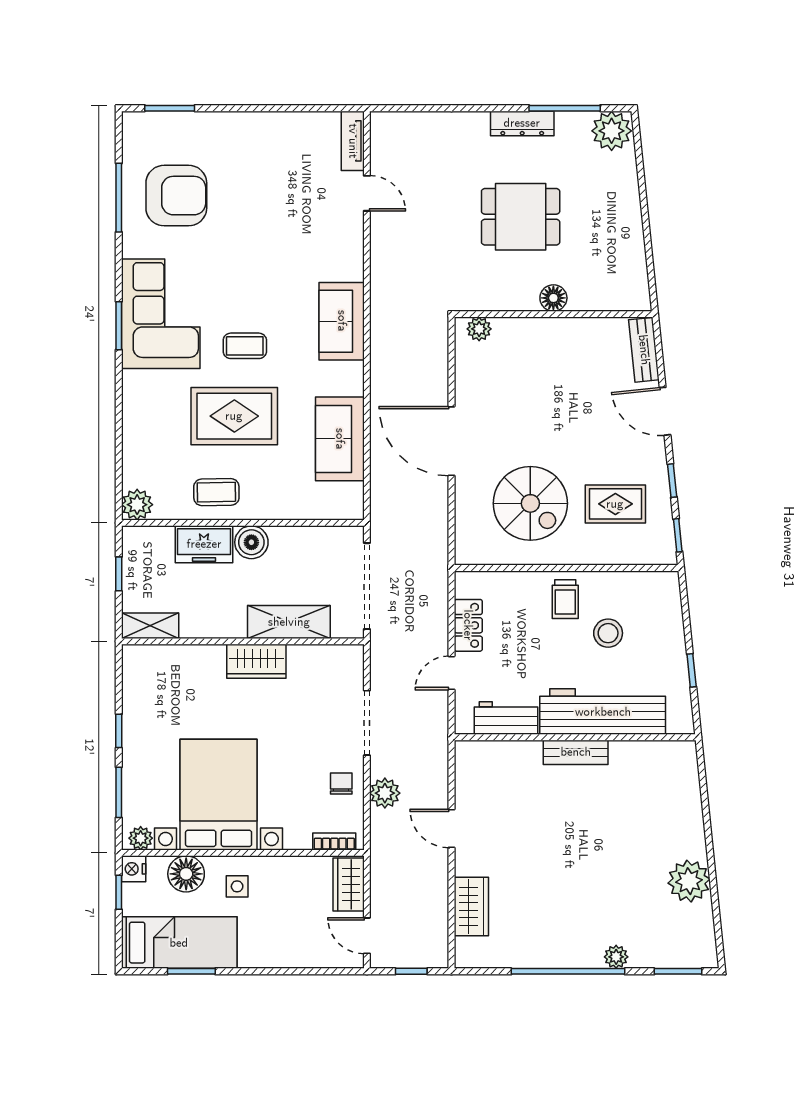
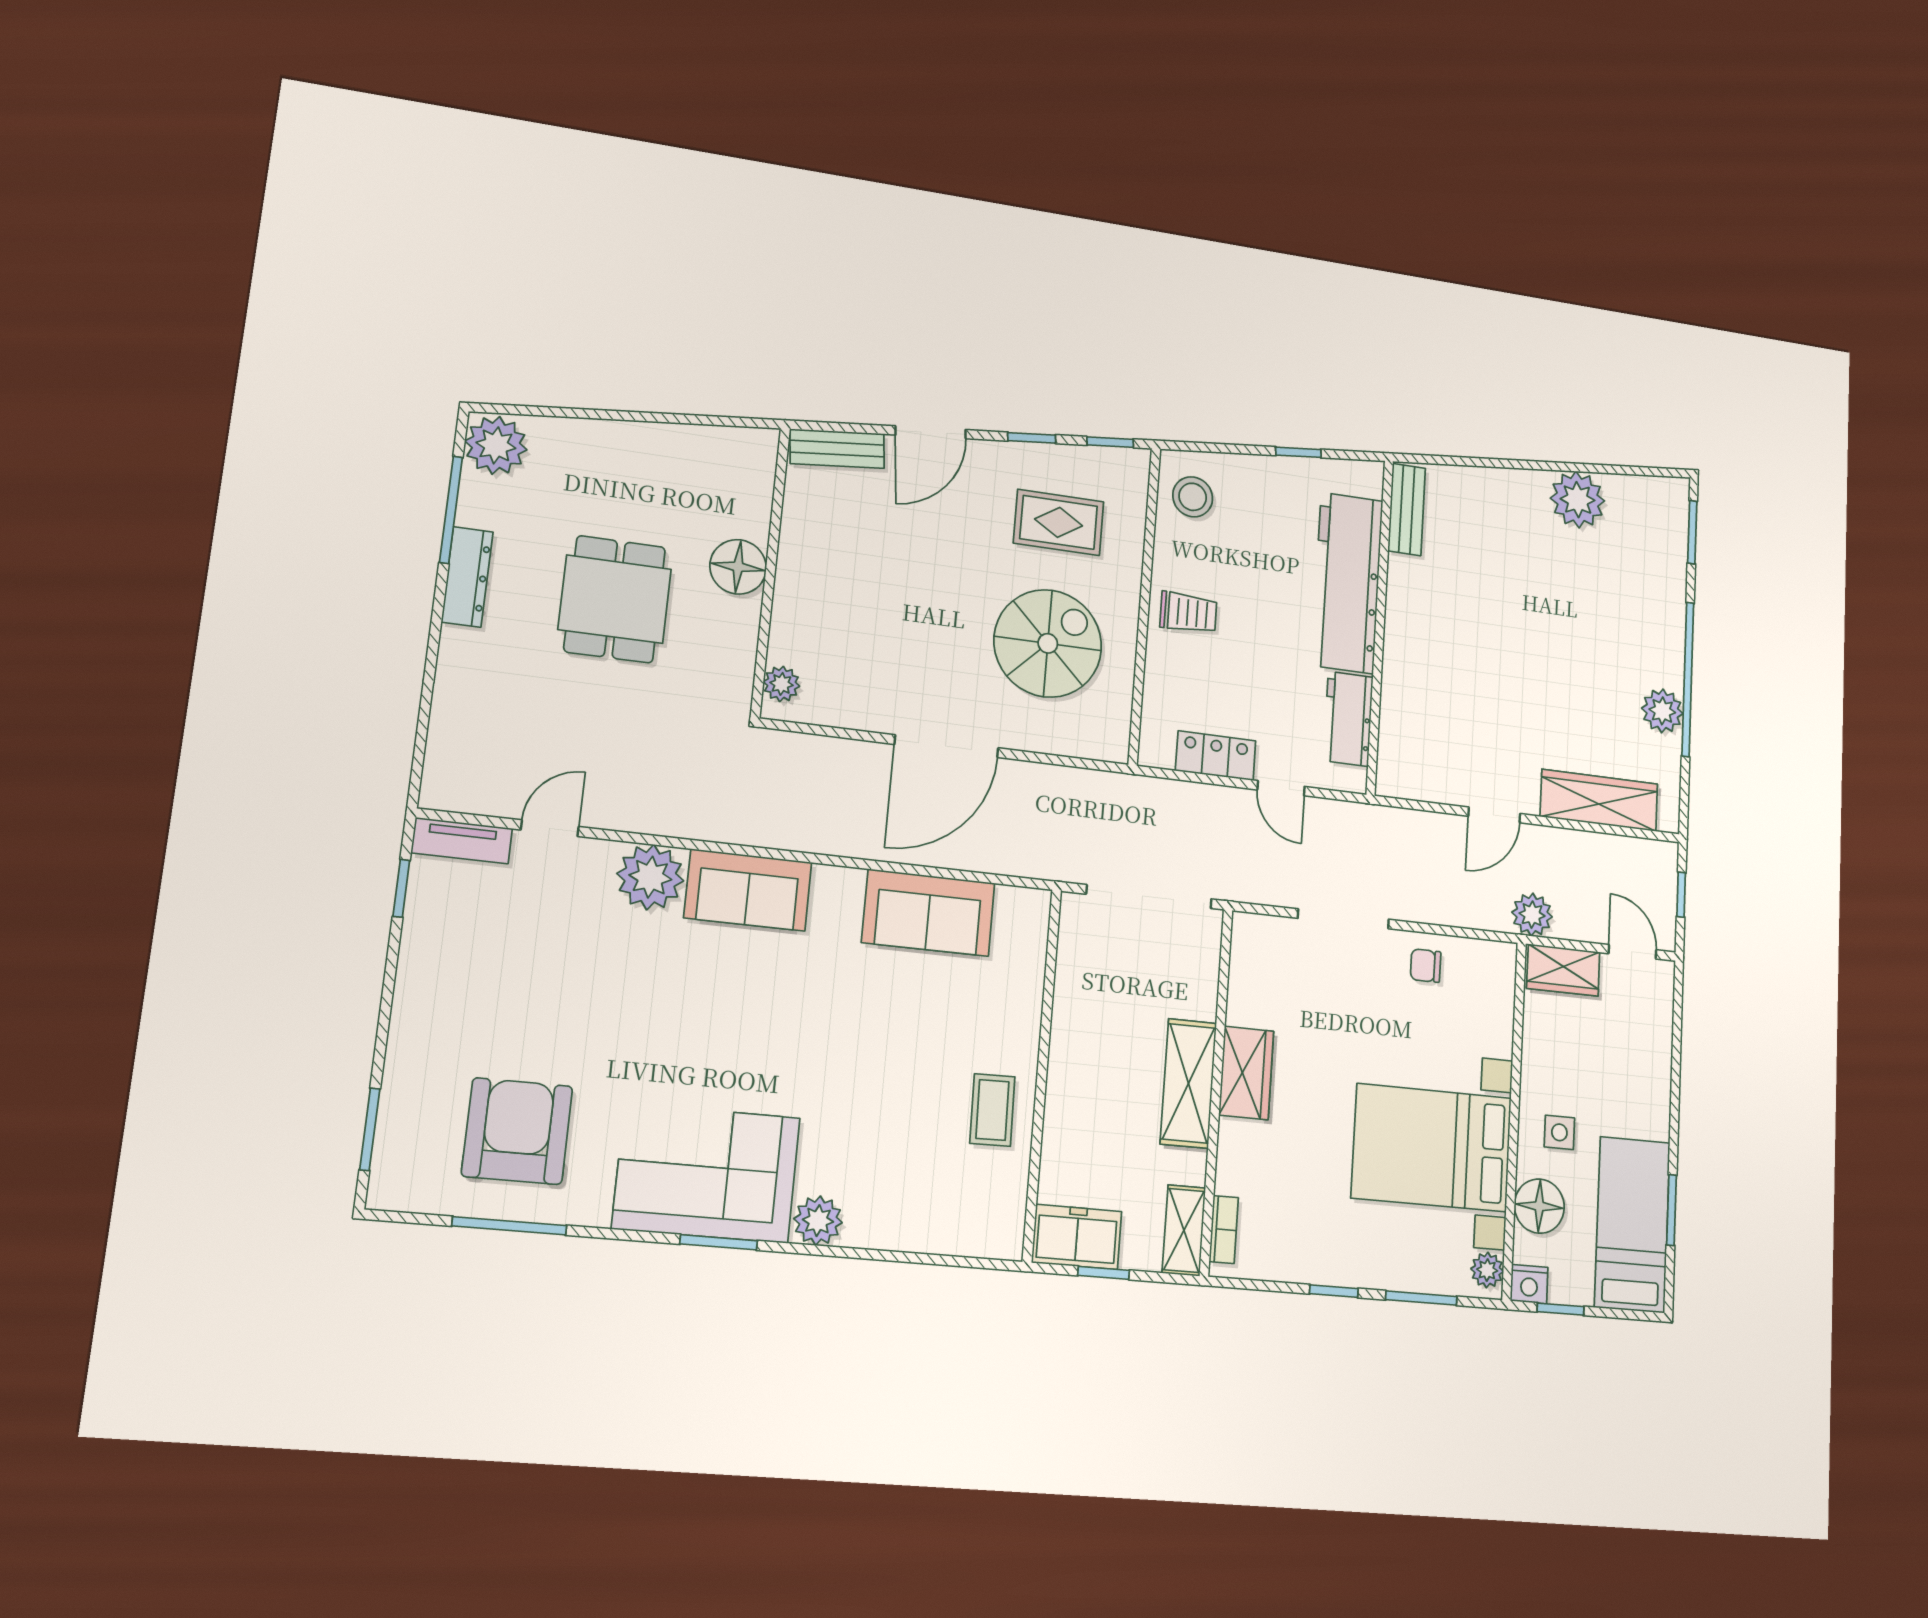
window: (319, 108) -> (401, 888), added
plant: (343, 259) -> (650, 877), added
floor lamp: (553, 298) -> (738, 567), width x1.38, depth x1.38
coffee table: (245, 346) -> (771, 1044), removed
rug: (234, 416) -> (879, 1071), removed
rug: (615, 504) -> (1059, 522), turned 90
plant: (137, 505) -> (818, 1221), moved
boiler: (251, 542) -> (1072, 1063), removed
freezer: (204, 544) -> (1077, 1237), moved, turned -90
shelving: (289, 622) -> (1188, 1083), moved
stool: (608, 633) -> (1193, 497), moved
bench: (576, 752) -> (1407, 509), moved
plant: (385, 793) -> (1532, 915), moved
bookcase: (334, 841) -> (1224, 1230), moved, turned 180
wardrobe: (471, 906) -> (1599, 800), width x1.50
door: (367, 936) -> (1632, 952), swing flipped
plant: (616, 957) -> (1662, 711), moved, width x1.38, depth x1.38

